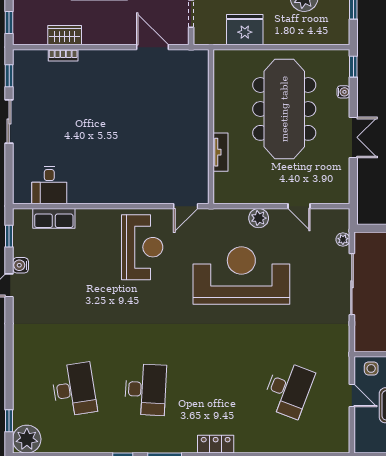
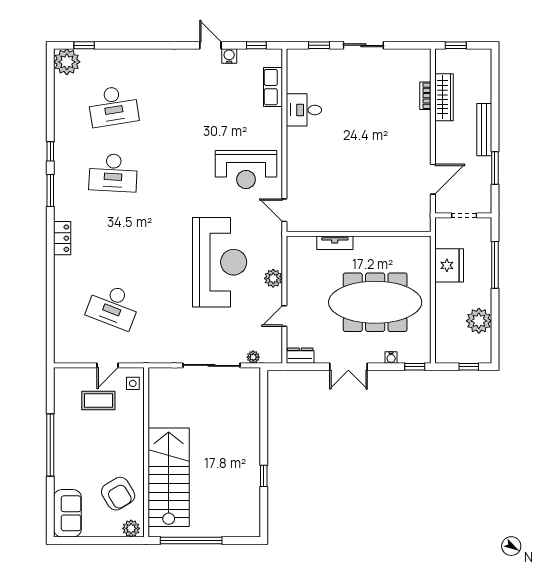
wardrobe: (65, 35) -> (444, 97), width x1.50
window: (9, 76) -> (319, 45), moved
desk: (49, 185) -> (304, 110), moved
dresser: (341, 189) -> (300, 356), added

